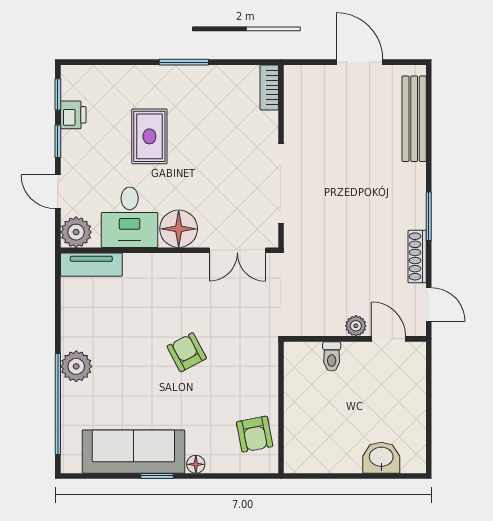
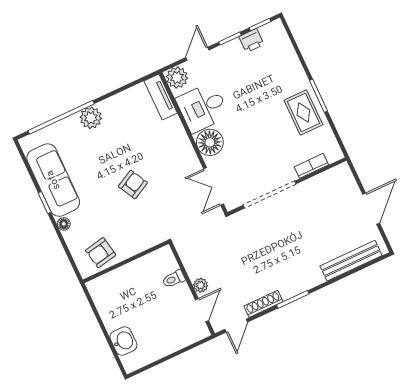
bookcase: (269, 87) -> (311, 166), moved
rug: (149, 136) -> (303, 112), moved, turned 90

